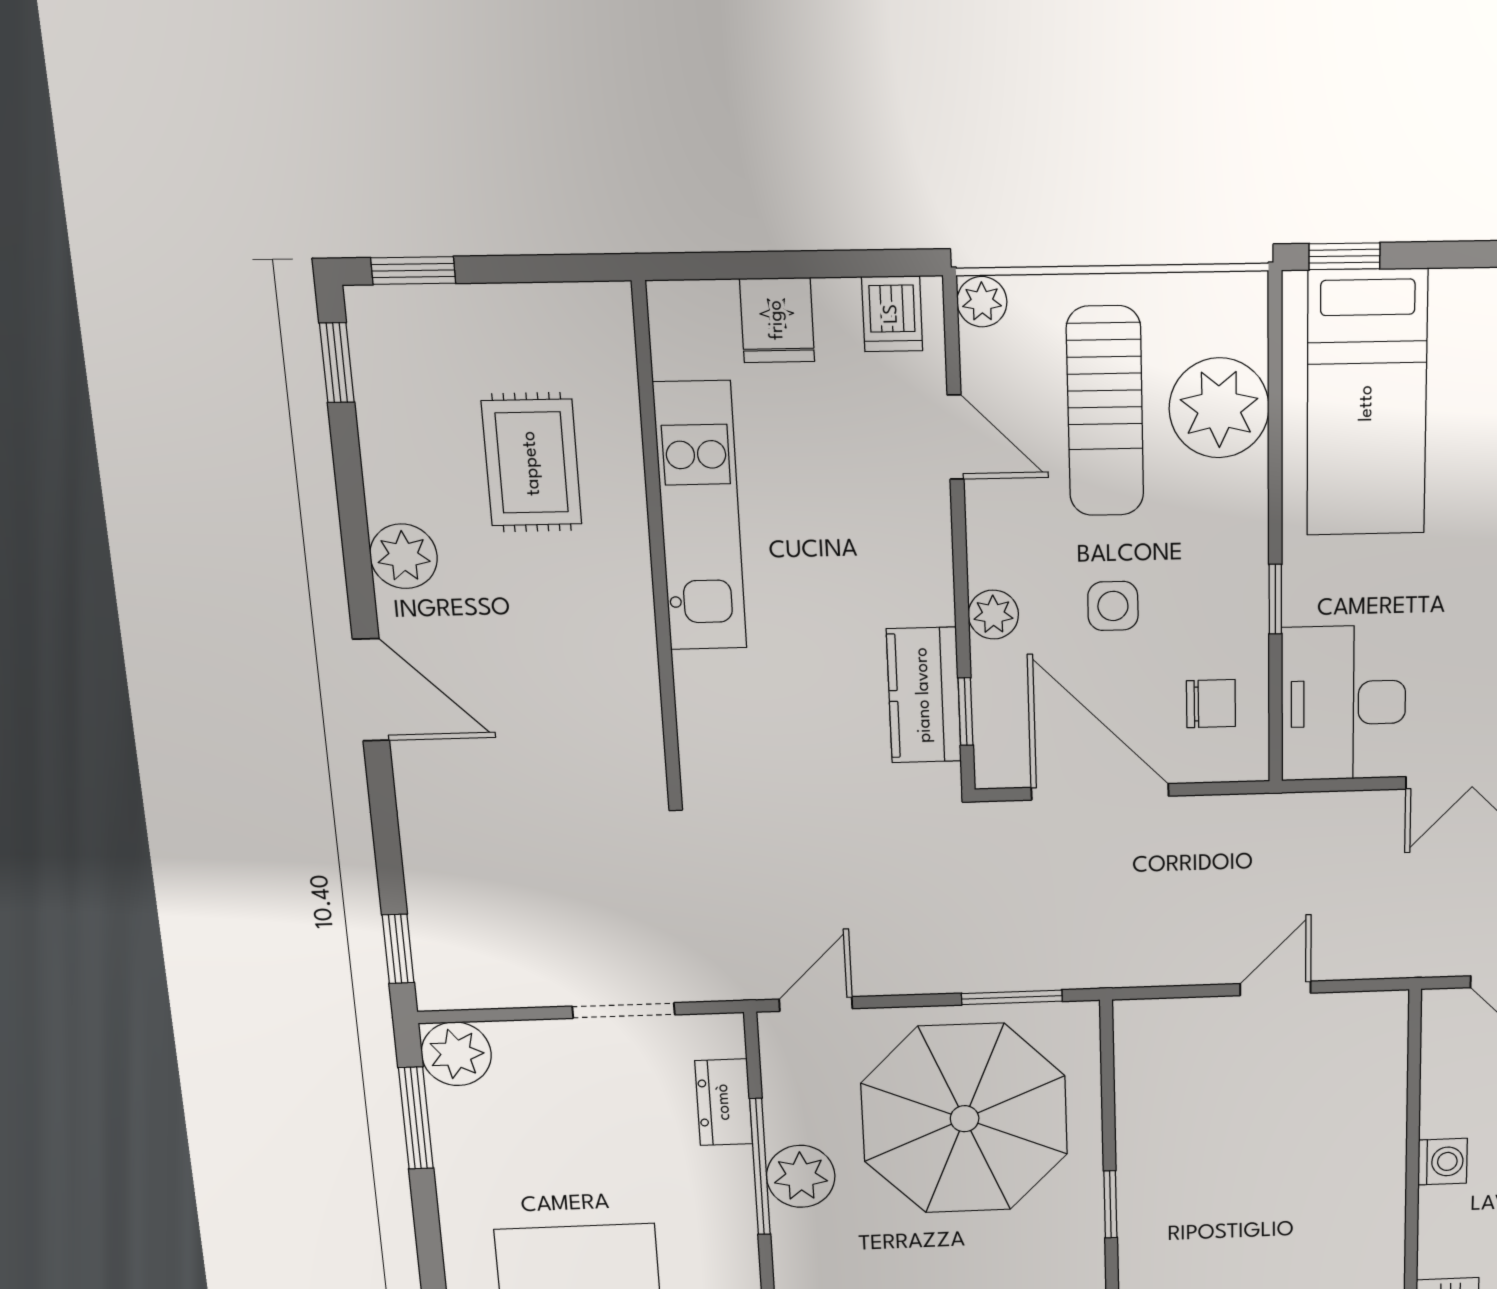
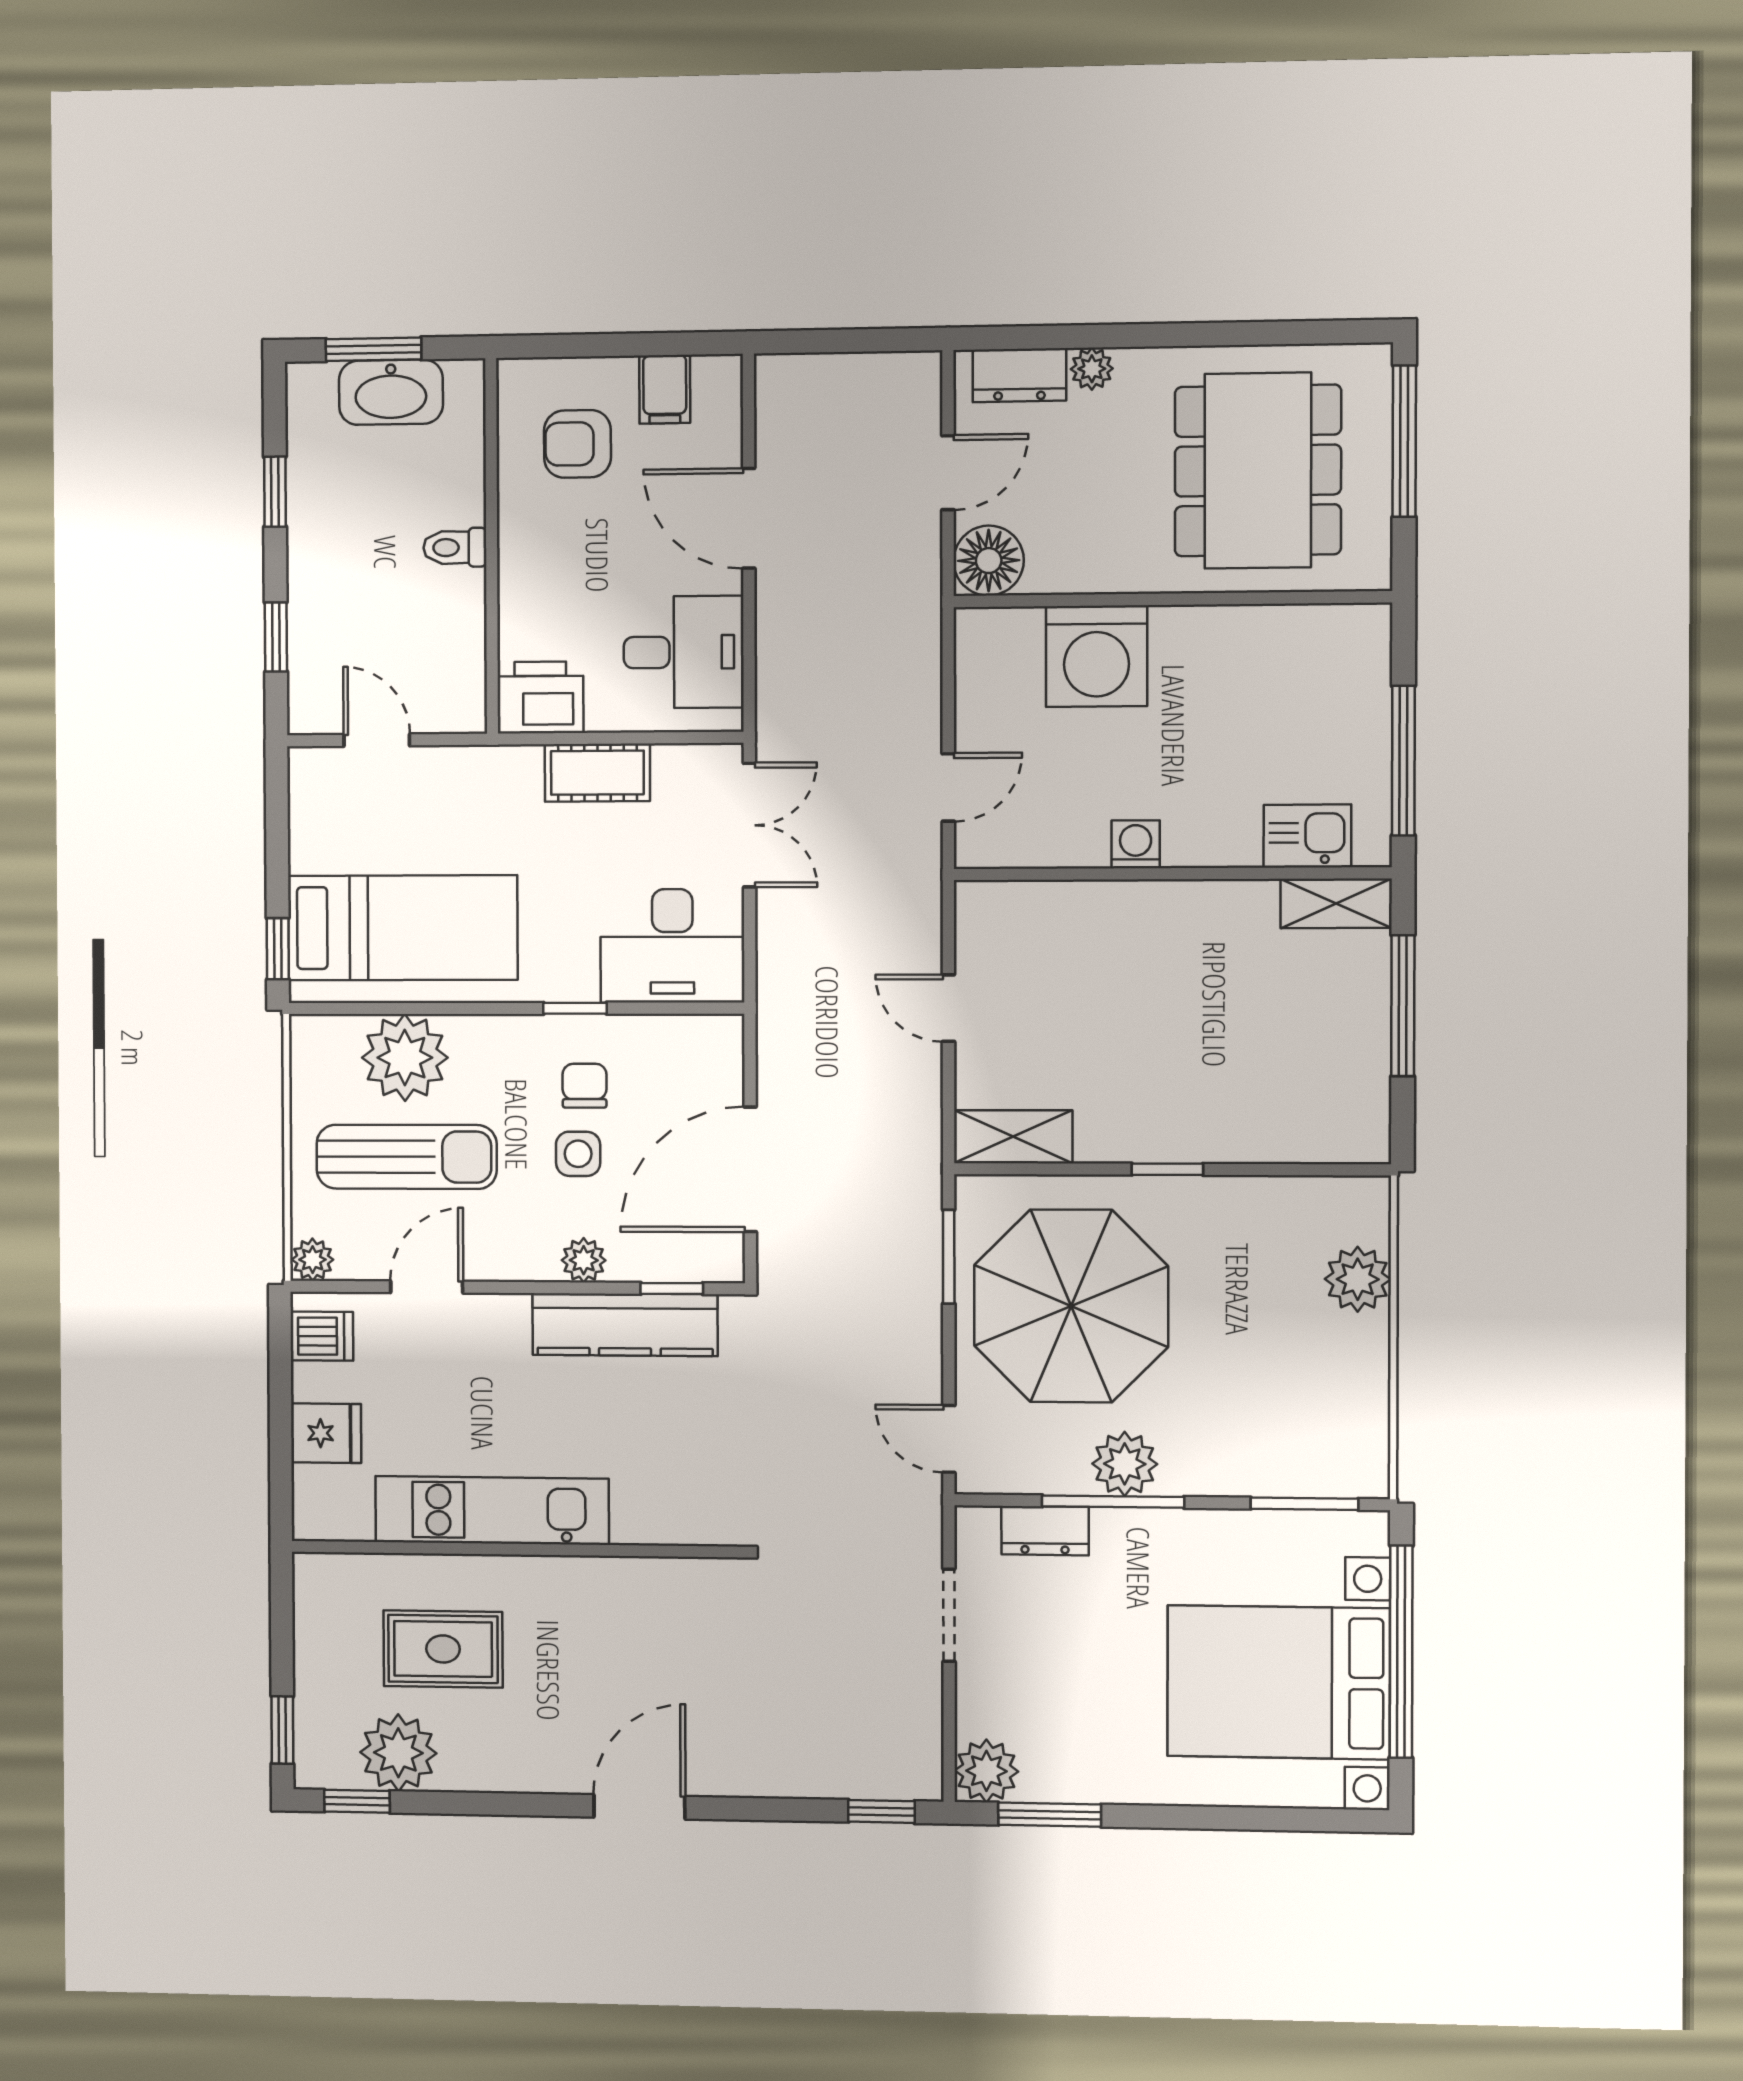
plant: (404, 556) -> (398, 1753), moved, width x1.36, depth x1.36
kitchen counter: (924, 695) -> (625, 1325), width x1.50
chair: (1211, 704) -> (585, 1086), moved
shelving: (1141, 1056) -> (1013, 1137), added

